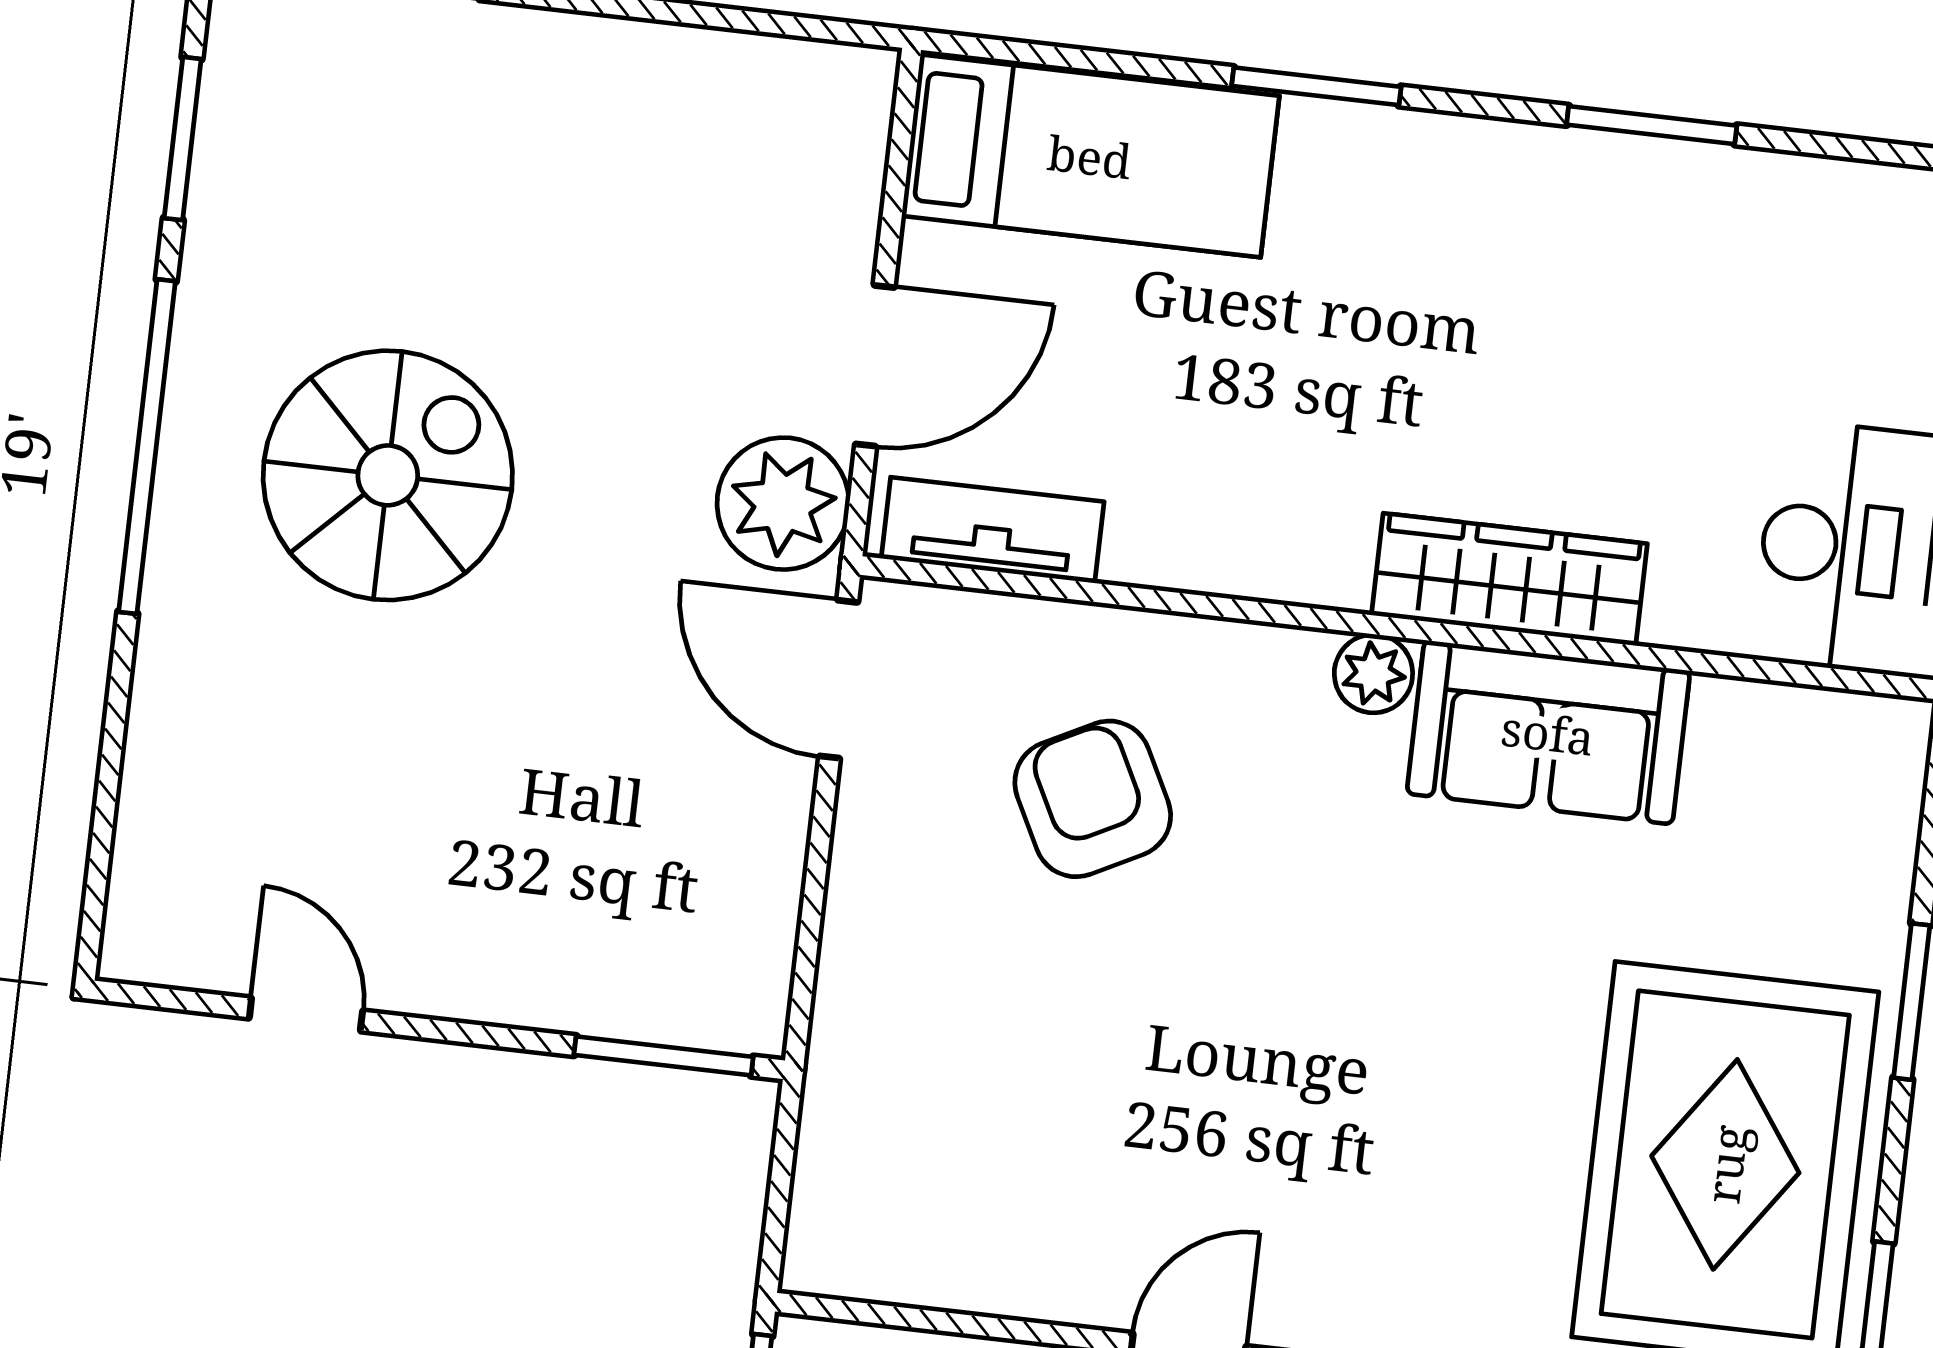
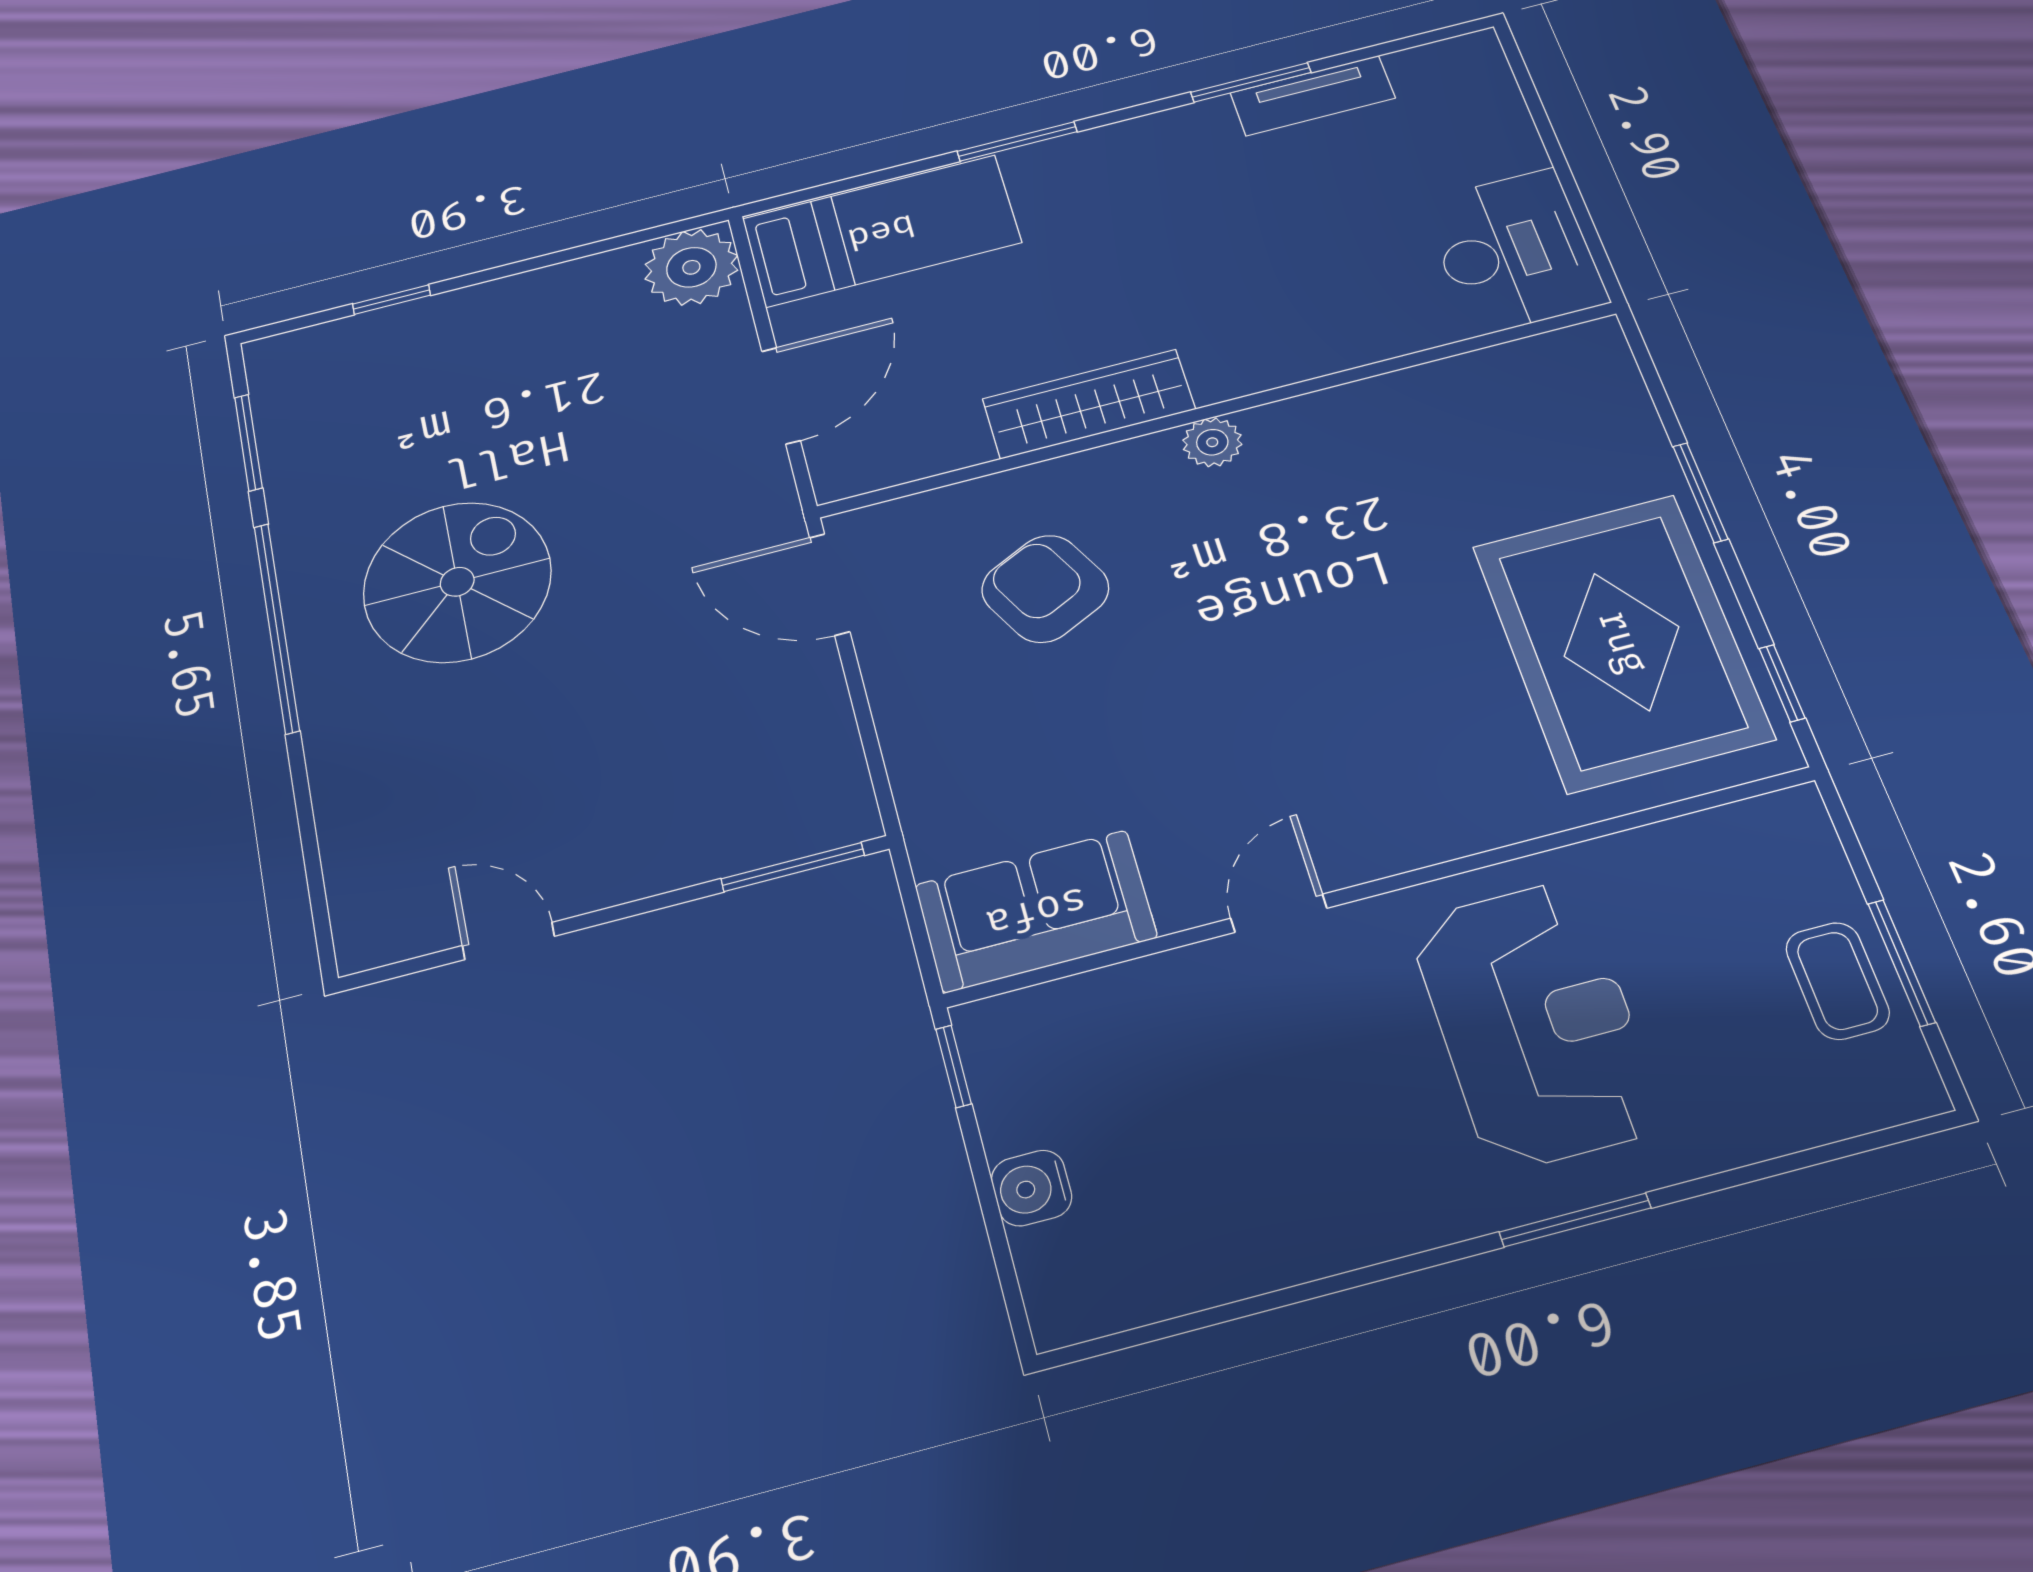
plant: (783, 504) -> (691, 267), moved
tv unit: (993, 530) -> (1312, 96), moved, turned 180
wardrobe: (1509, 579) -> (1089, 404), moved
sofa: (1548, 732) -> (1036, 911), moved, turned 180

